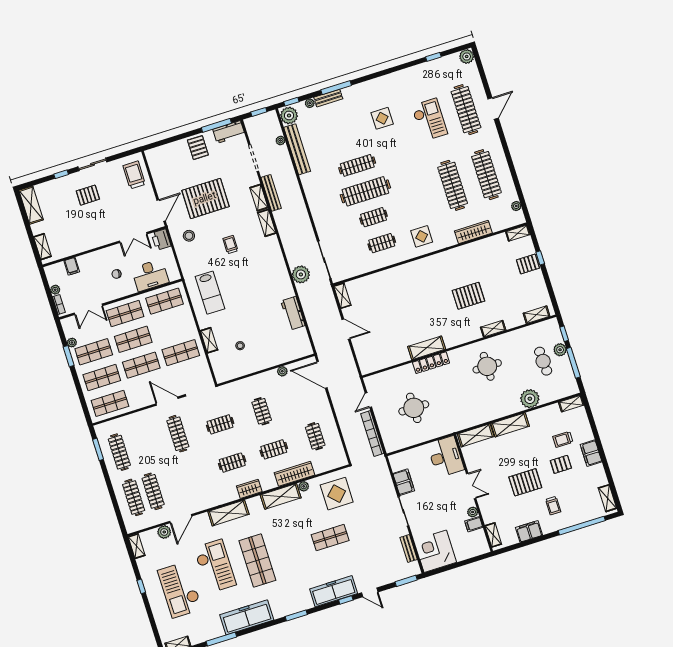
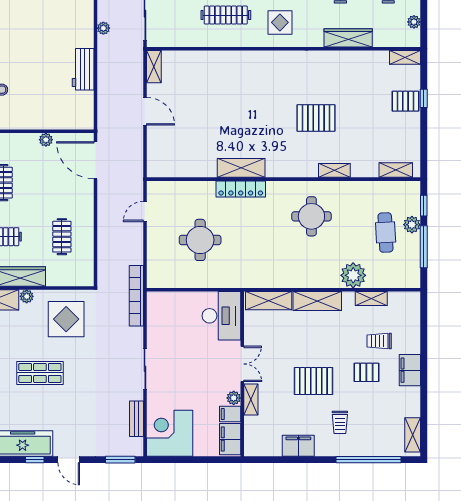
clothes rail: (382, 243) -> (226, 15), width x1.36
plant: (301, 274) -> (103, 28), width x0.53, depth x0.53
shelving: (571, 404) -> (371, 298), moved
bookcase: (372, 434) -> (136, 296), moved
filing cabinet: (404, 482) -> (230, 439), moved, turned 180
shelving: (493, 535) -> (251, 400), moved

